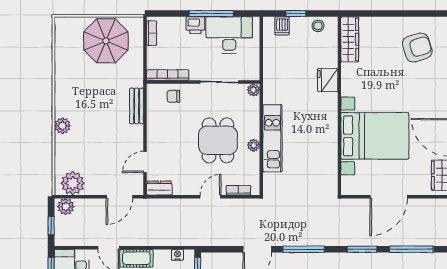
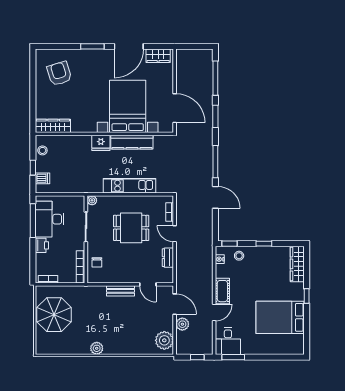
window: (211, 14) -> (33, 221), moved
fridge: (328, 80) -> (101, 143), moved
bench: (137, 106) -> (120, 291), moved
plant: (62, 126) -> (97, 348), moved
kitchen counter: (329, 141) -> (132, 142), added
plant: (254, 145) -> (135, 200), removed
dresser: (159, 188) -> (168, 258), moved
door: (389, 197) -> (175, 108), moved
plant: (66, 207) -> (182, 324), moved

